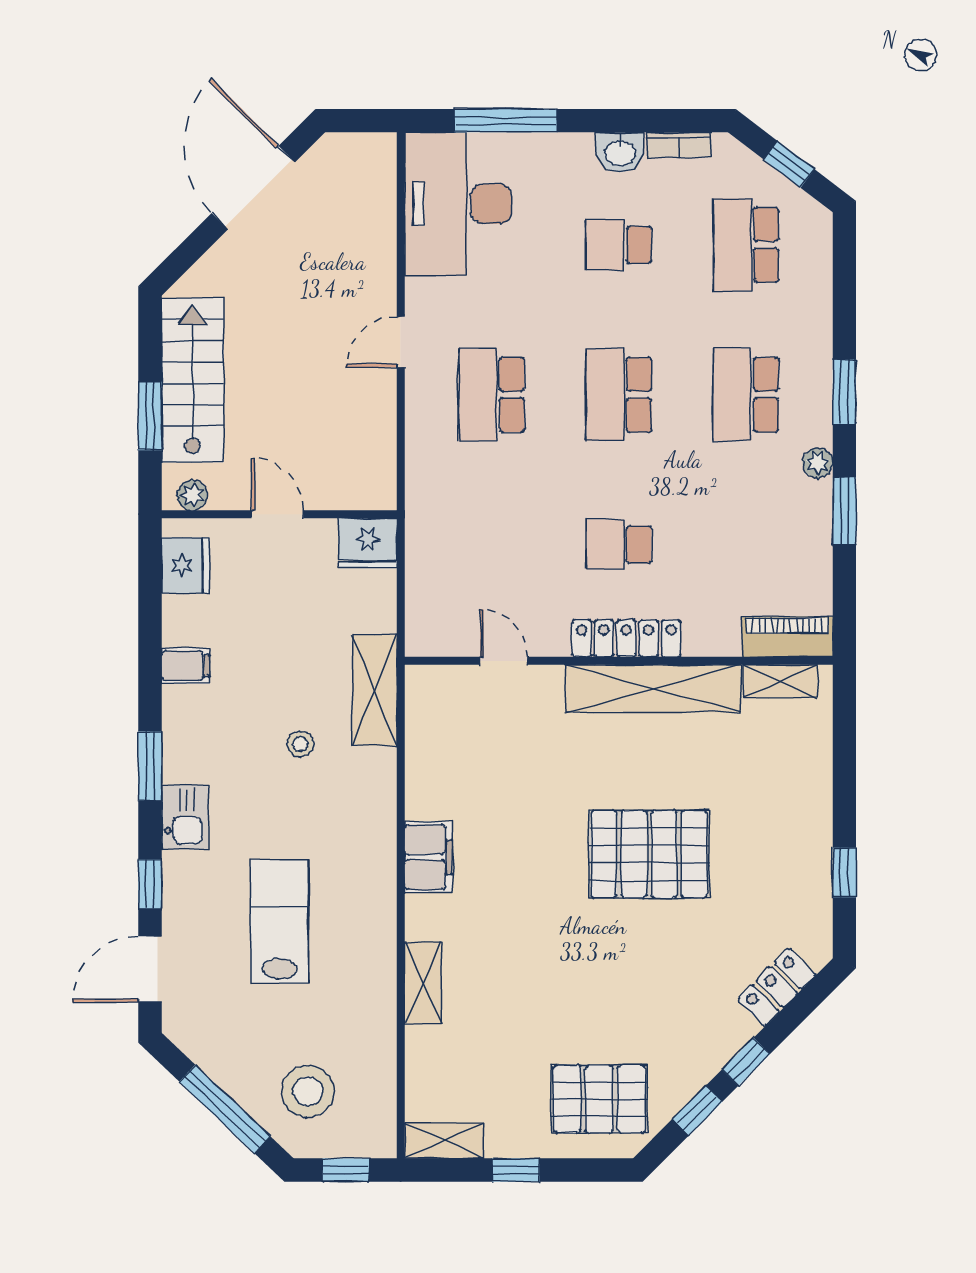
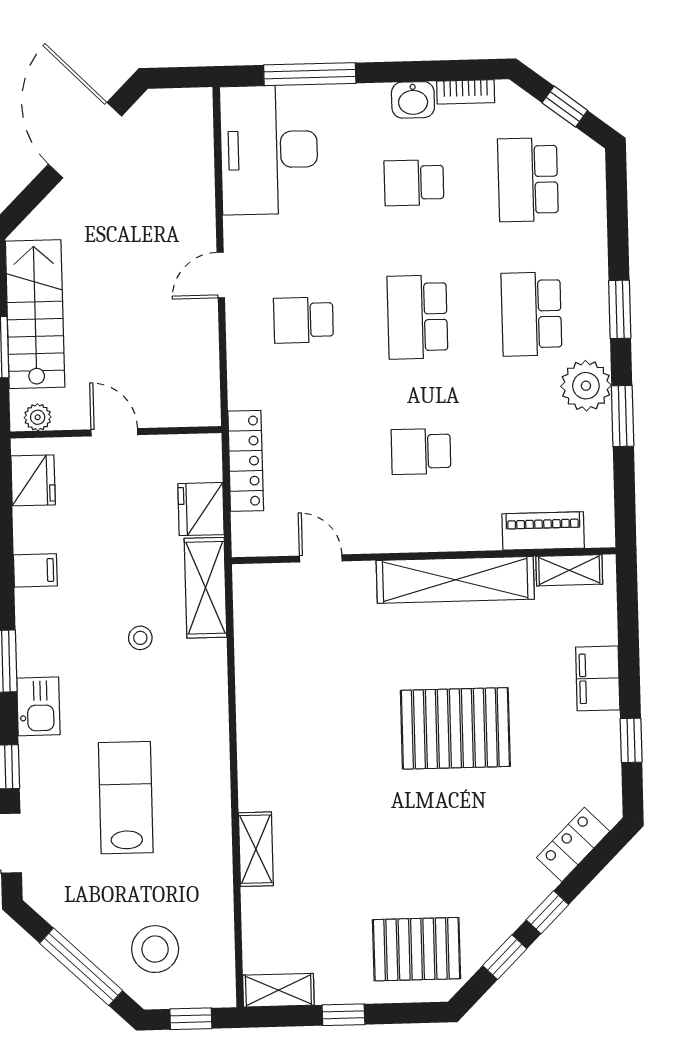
school desk: (492, 395) -> (303, 320), width x0.54
plant: (818, 463) -> (586, 386), width x1.88, depth x1.88
fridge: (368, 543) -> (201, 509), moved, turned 90
piano: (787, 637) -> (543, 531), moved
locker: (626, 638) -> (246, 461), moved, turned 90
filing cabinet: (428, 857) -> (598, 678), moved, turned 180

